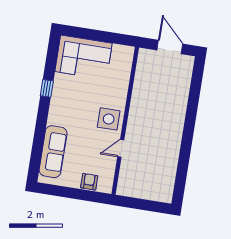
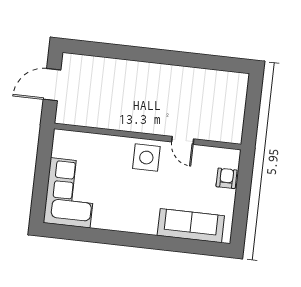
window: (47, 88) -> (111, 237), removed
armchair: (89, 182) -> (227, 178), turned 90

